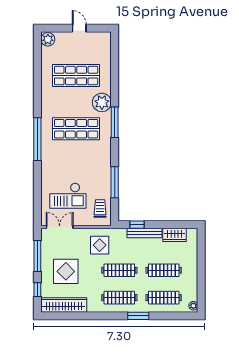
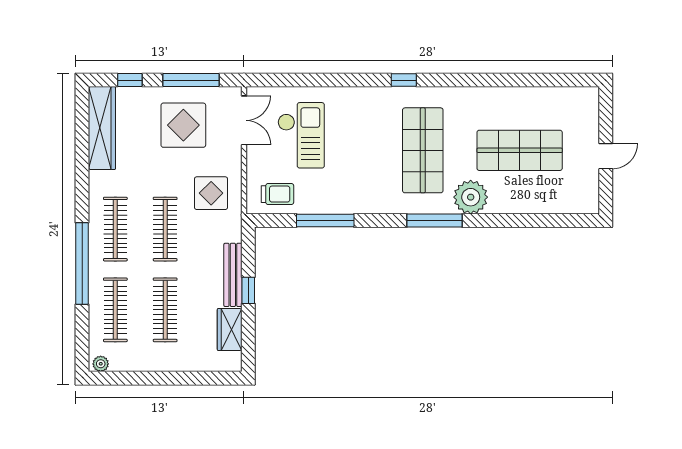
plant: (48, 39) -> (586, 99), removed
shop shelf: (76, 76) -> (520, 150), turned 90
window: (37, 139) -> (404, 80), width x0.32
checkout: (68, 196) -> (301, 135), turned 180
window: (137, 225) -> (248, 290), moved
display table: (66, 271) -> (183, 125), moved
window: (138, 316) -> (82, 264), width x2.11

